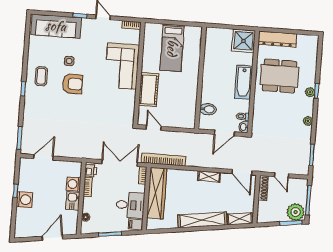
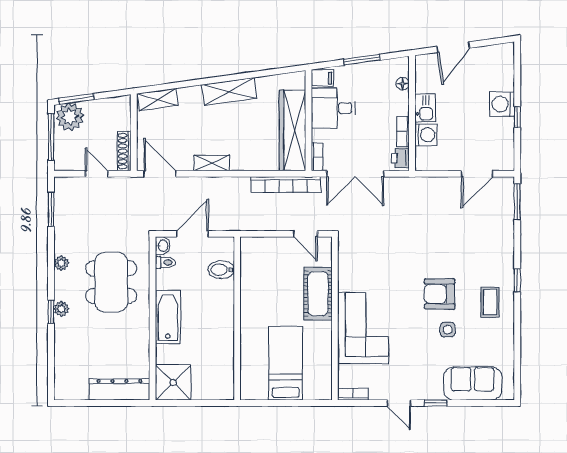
sofa: (56, 26) -> (473, 384), width x0.73
dining table: (279, 76) -> (111, 282), moved, turned 90
shelving: (202, 220) -> (229, 91), width x0.68

